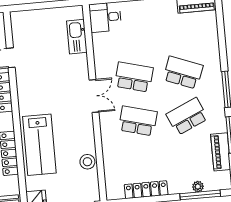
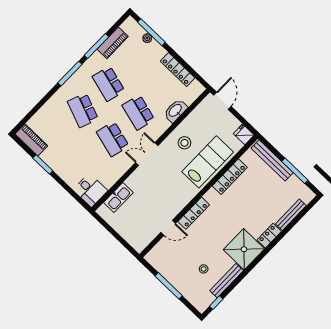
school desk: (187, 116) -> (109, 84), turned 39
washbasin: (111, 156) -> (175, 111), added
stool: (87, 162) -> (184, 143), moved

